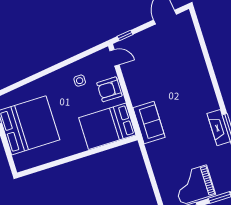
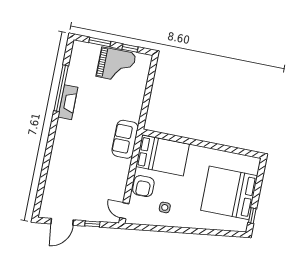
window: (125, 35) -> (92, 224), moved
armchair: (109, 89) -> (143, 186), turned 90

